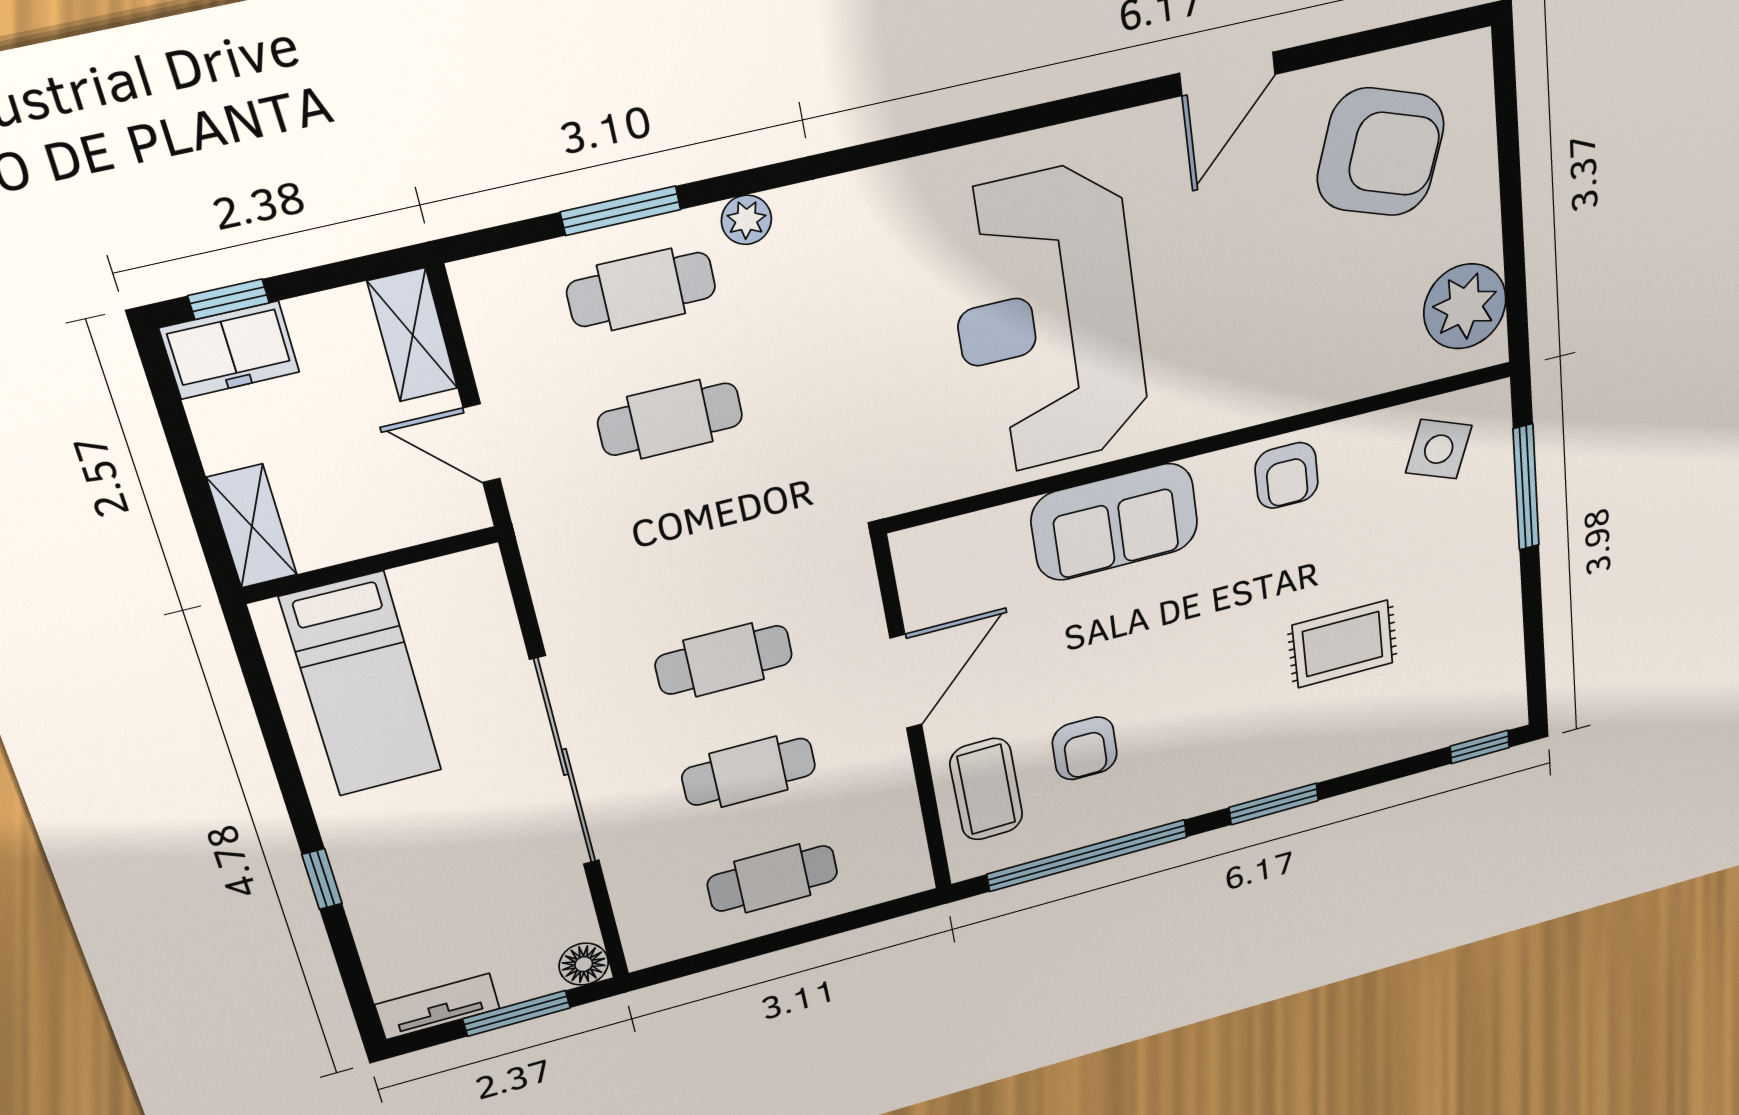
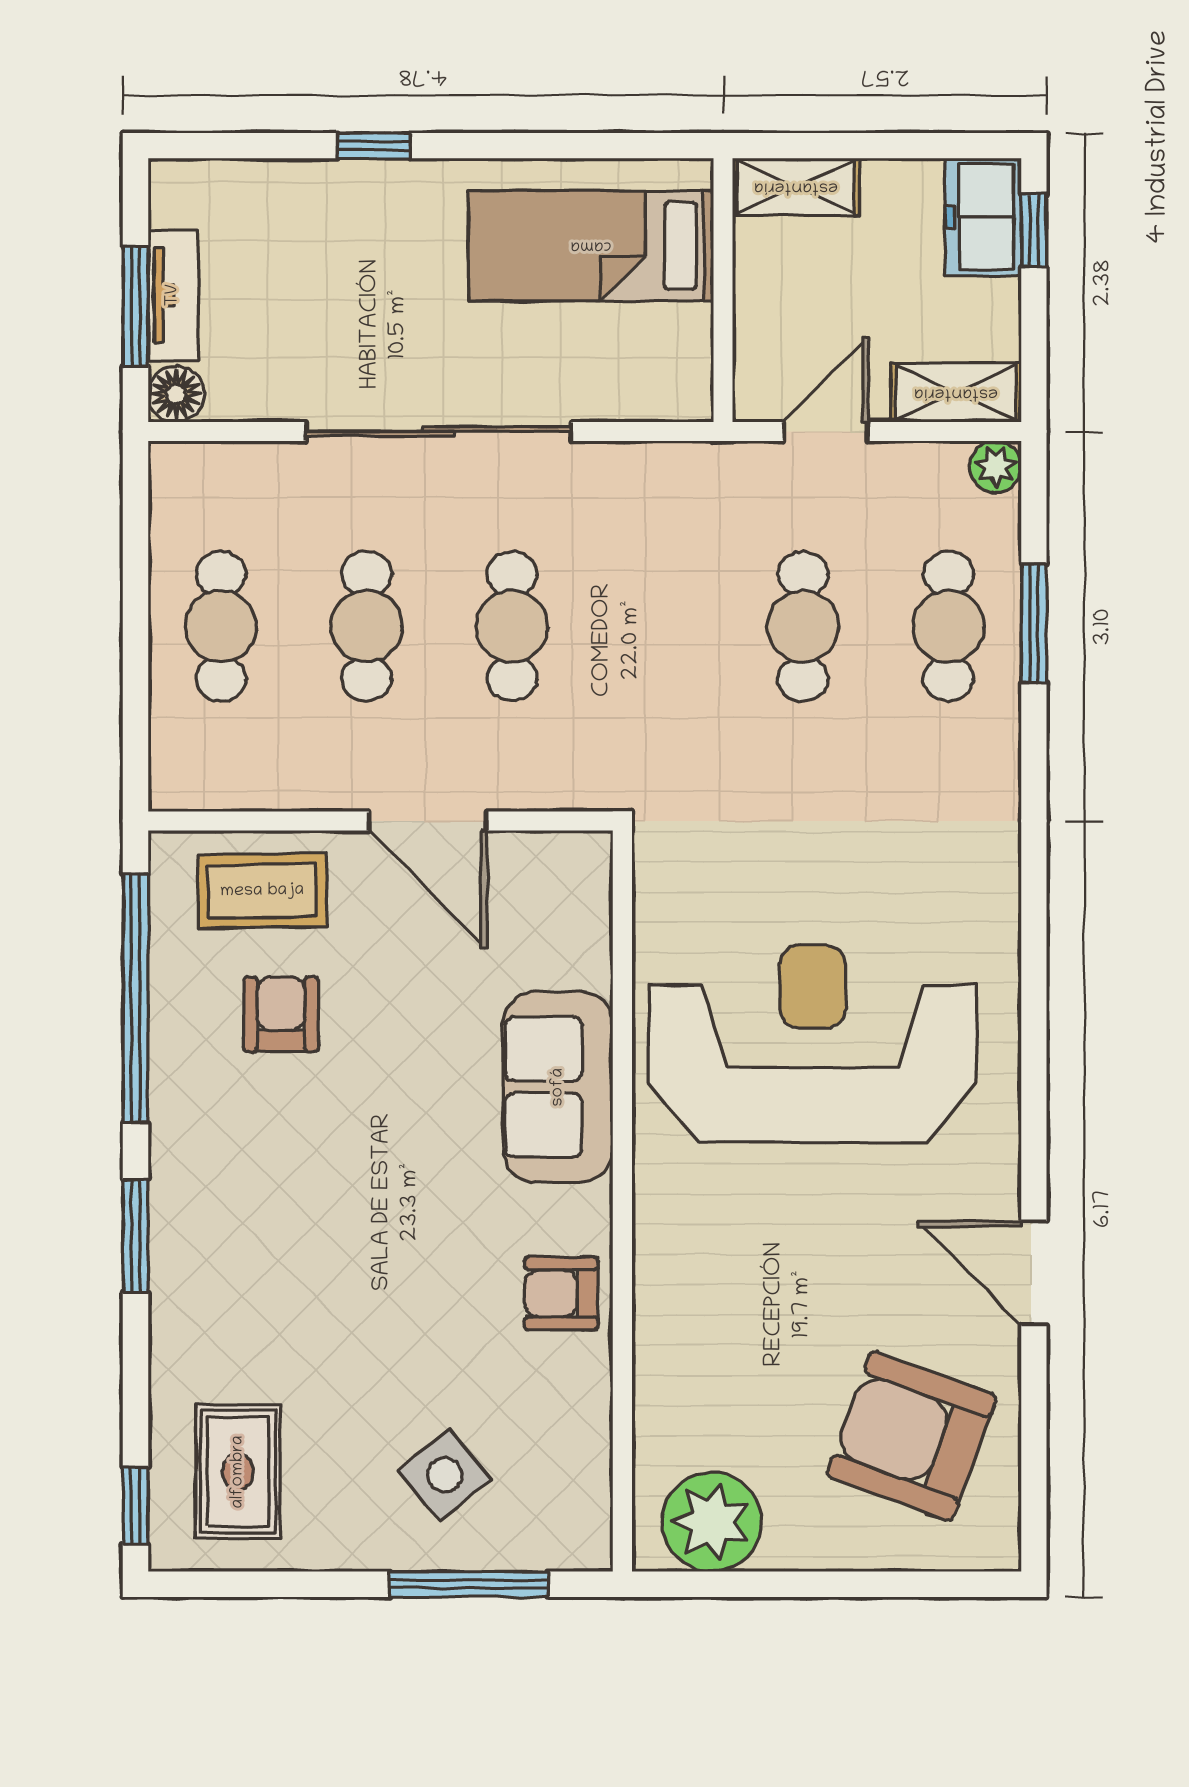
armchair: (1381, 152) -> (912, 1436), turned 91
plant: (746, 220) -> (996, 467), moved
side table: (1439, 449) -> (445, 1475), moved, turned 30
rug: (1343, 644) -> (238, 1472), moved
armchair: (1085, 748) -> (281, 1014), turned 90
tv unit: (438, 1007) -> (173, 295), moved

